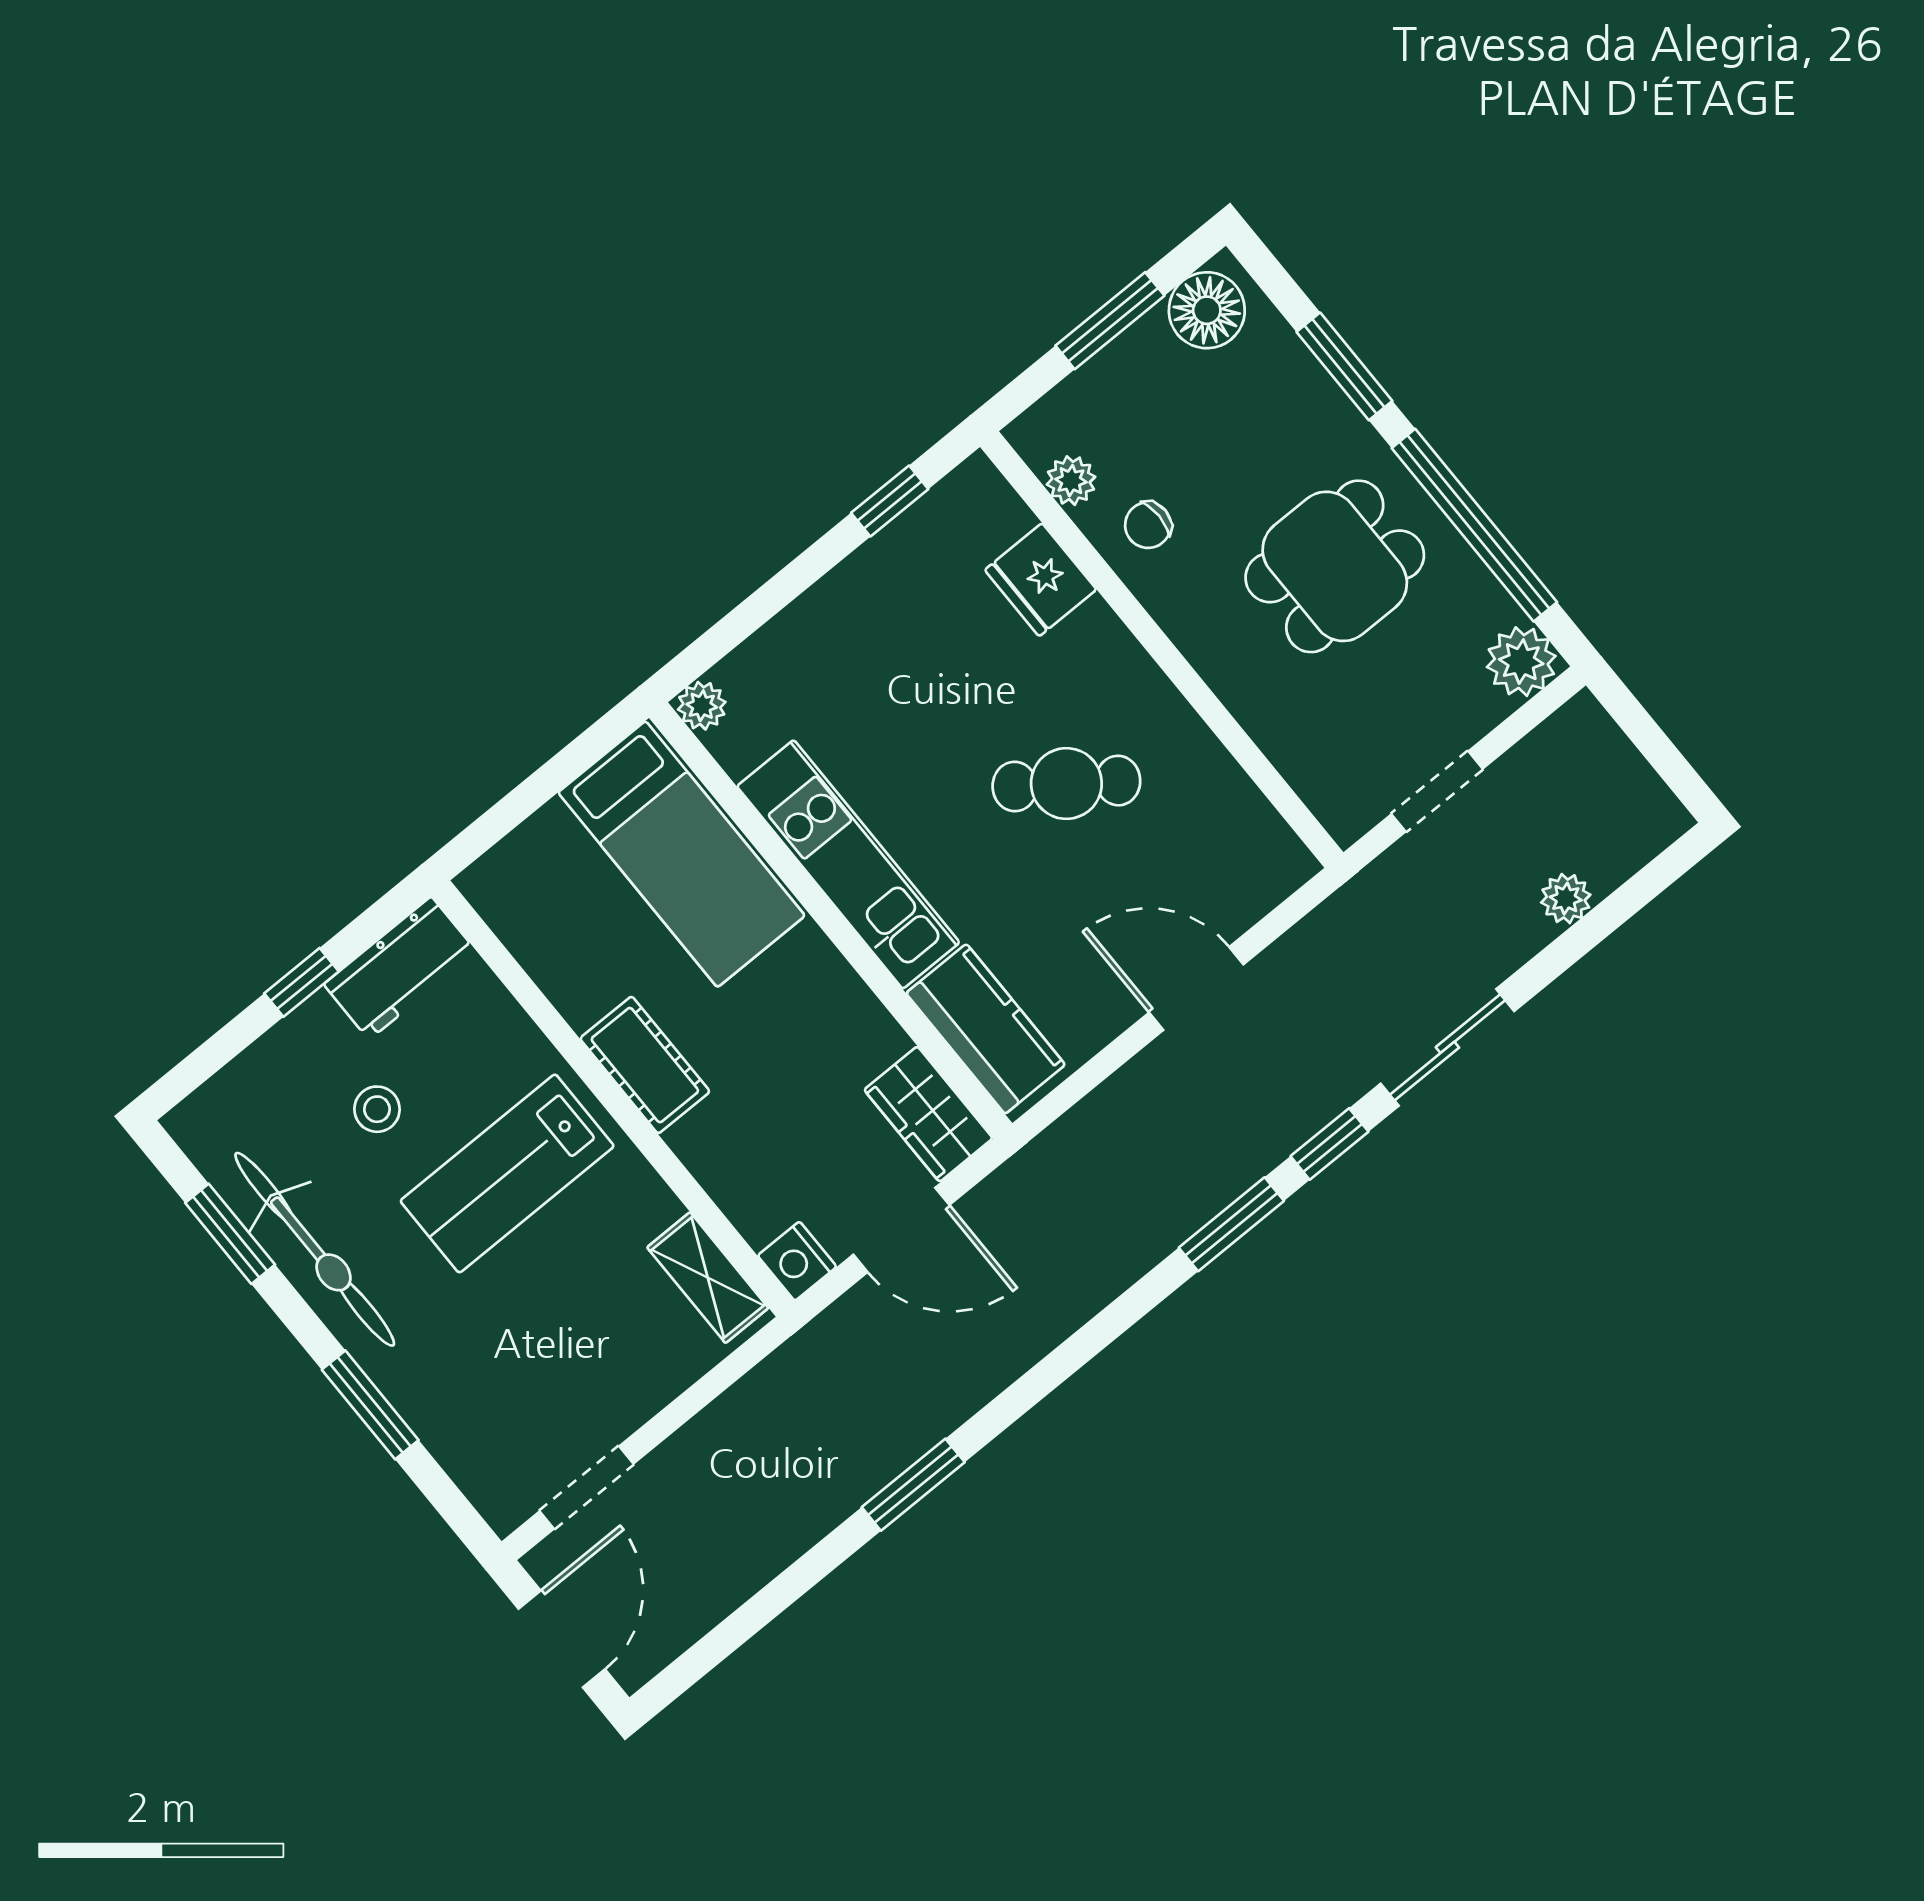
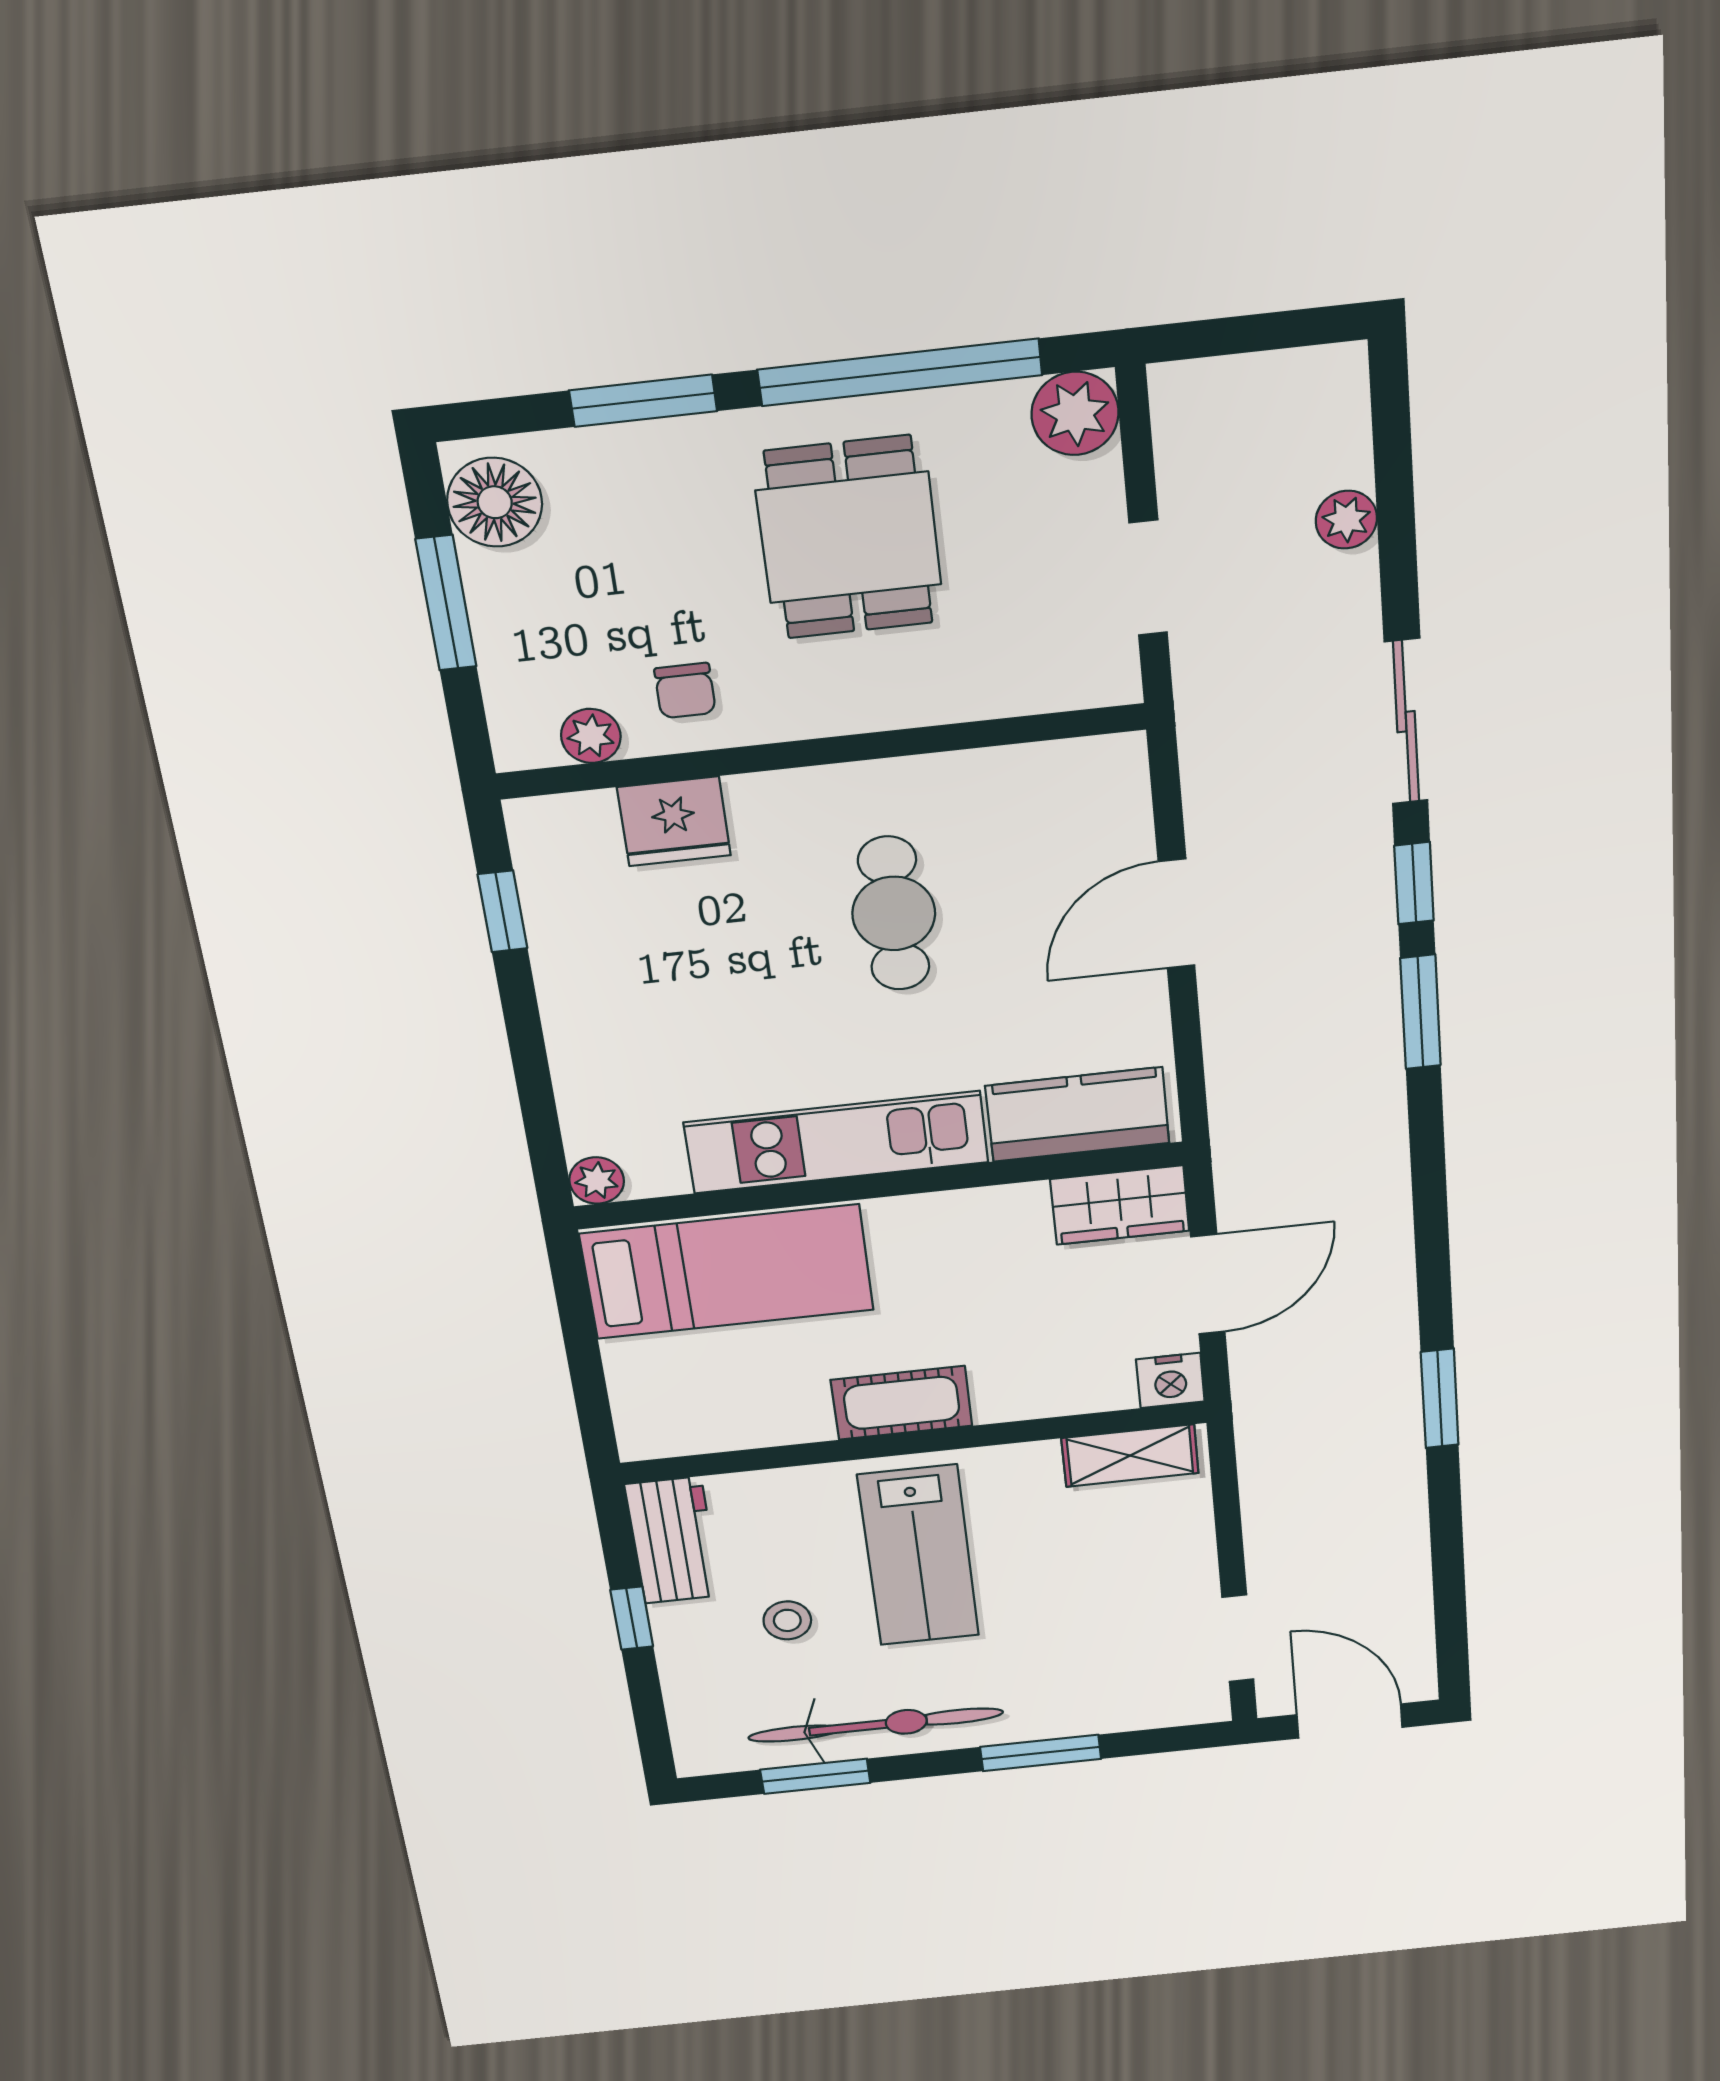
cafe table: (1066, 784) -> (894, 914), turned -36

